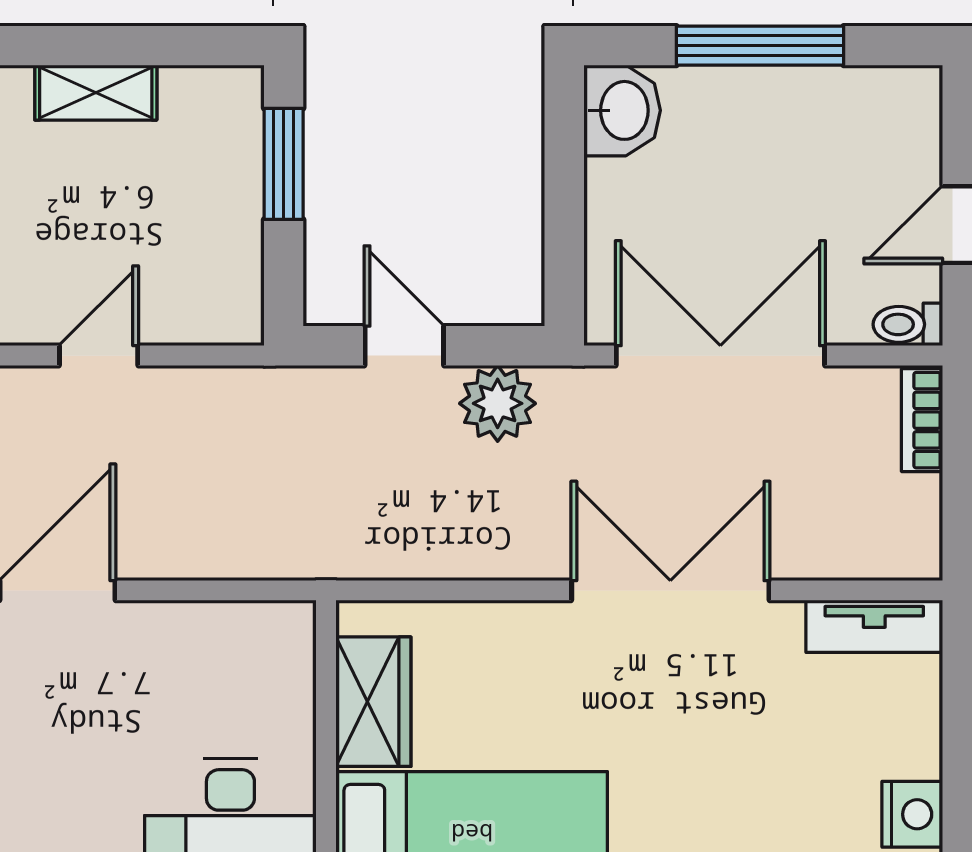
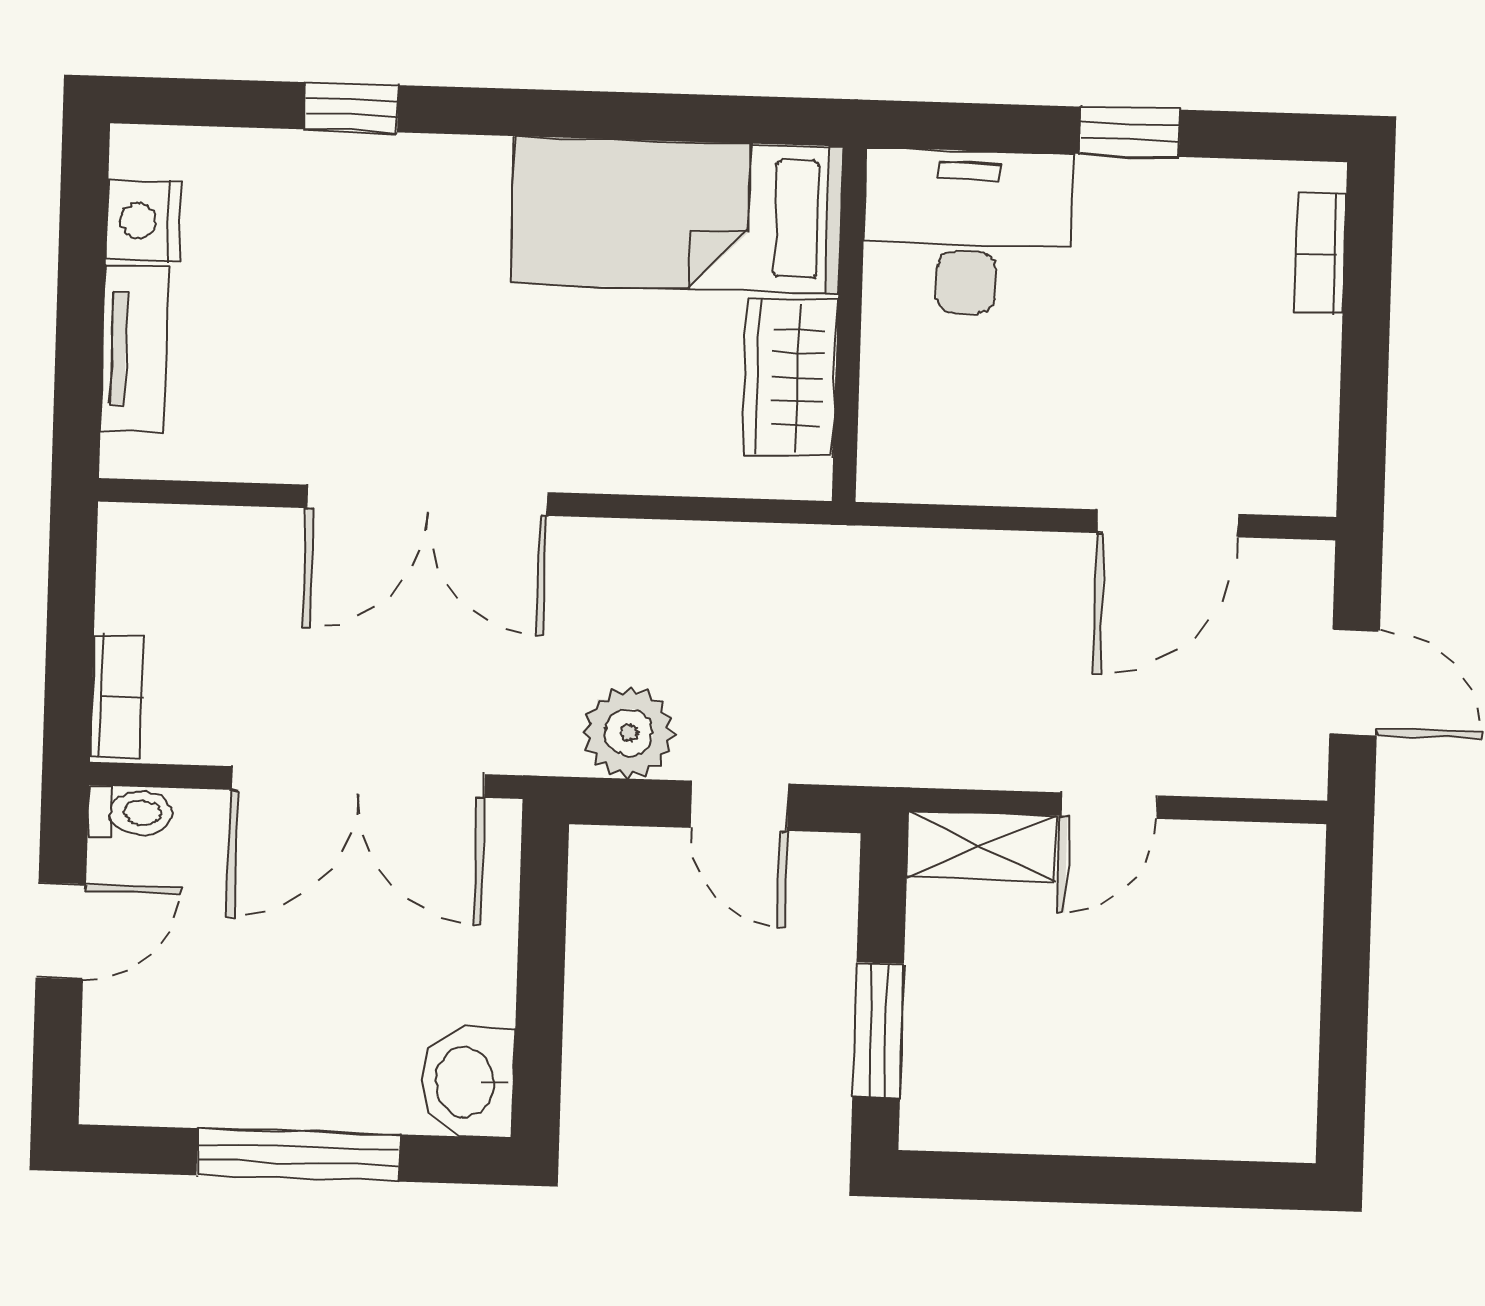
shelving: (96, 93) -> (981, 847), moved
tv unit: (874, 626) -> (134, 349), moved, turned 90

